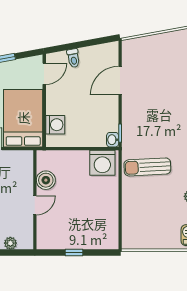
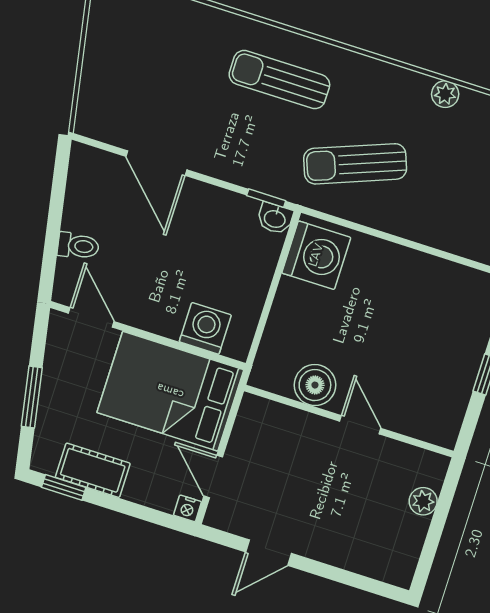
sun lounger: (173, 122) -> (279, 80), added
sun lounger: (147, 167) -> (355, 164), turned 72

